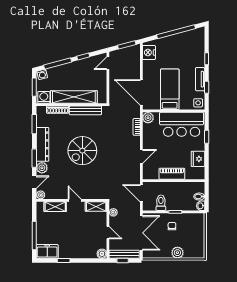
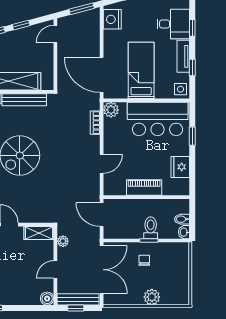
desk: (193, 56) -> (173, 24), added
toilet: (161, 203) -> (151, 228), moved
door: (108, 233) -> (55, 269), swing flipped

